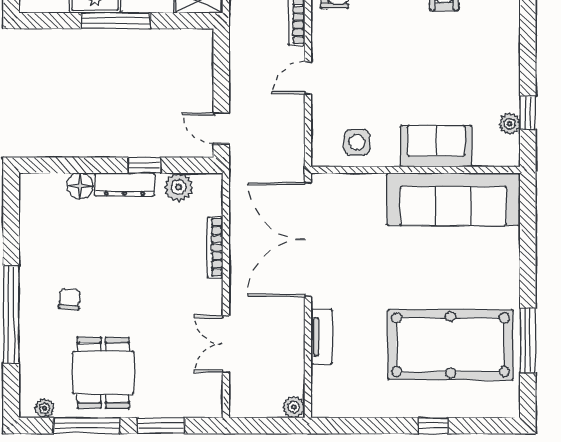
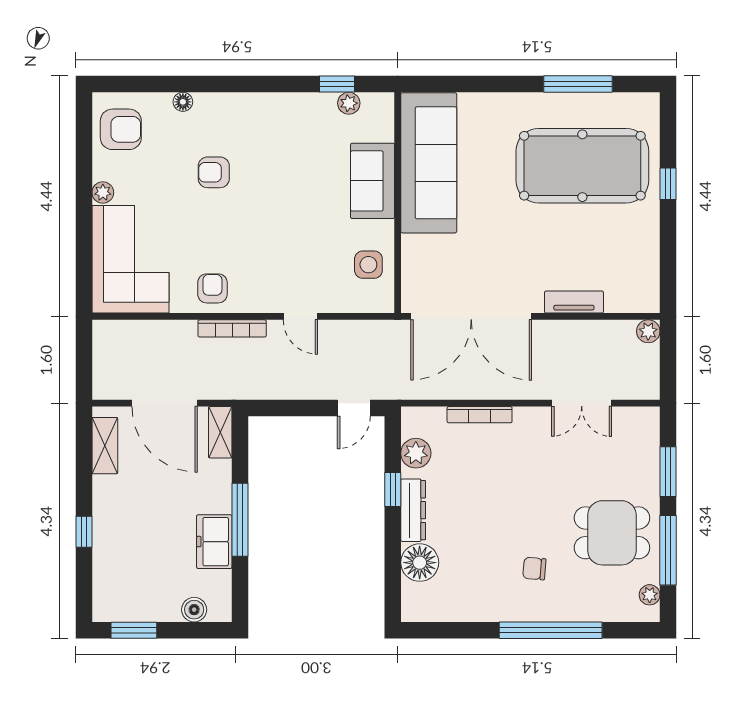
floor lamp: (80, 186) -> (420, 563), width x1.38, depth x1.38
pool table: (451, 345) -> (582, 166), turned 90

